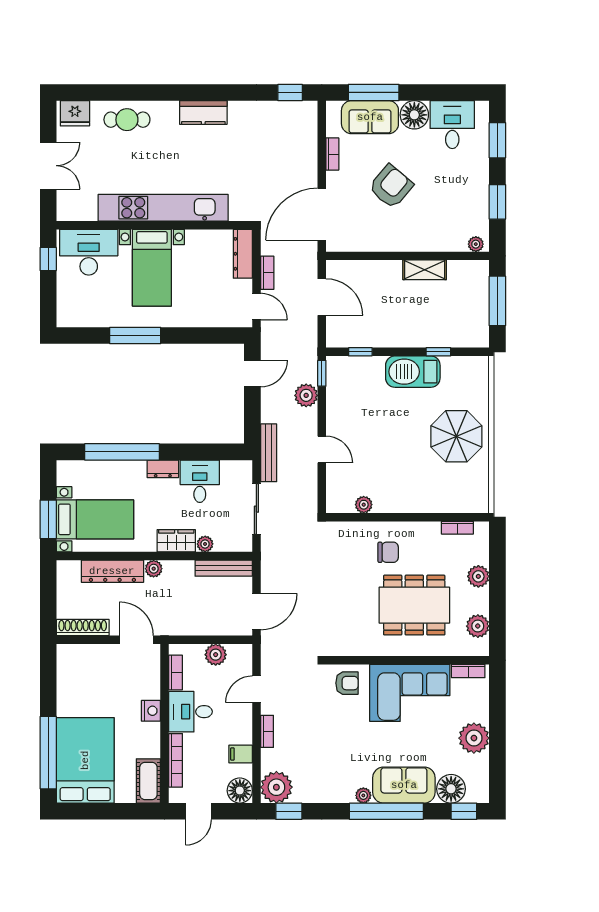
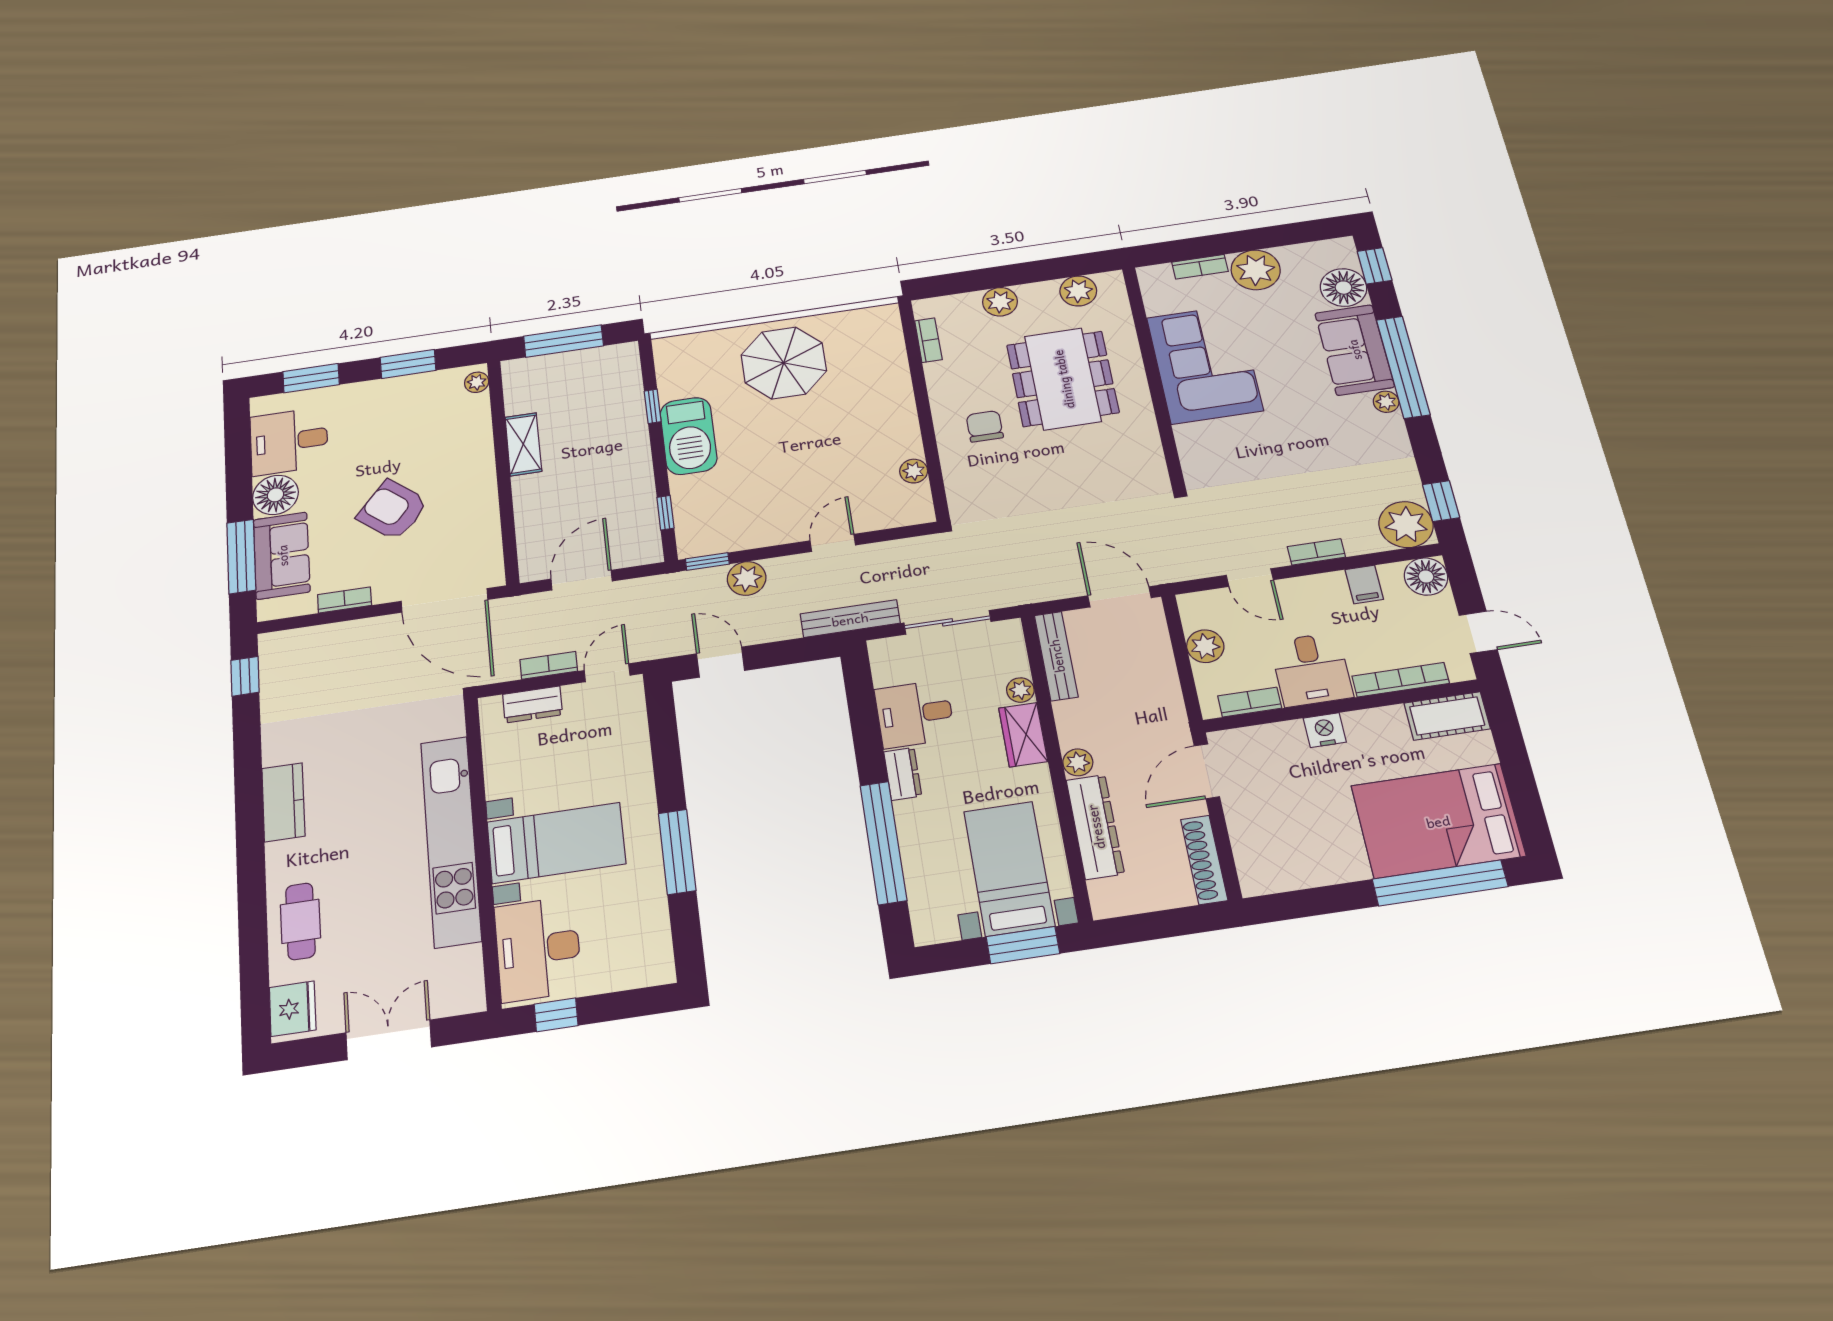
dresser: (243, 254) -> (533, 704), width x0.70
bookcase: (468, 671) -> (1200, 267), moved, turned 90
armchair: (347, 683) -> (1209, 451), removed

